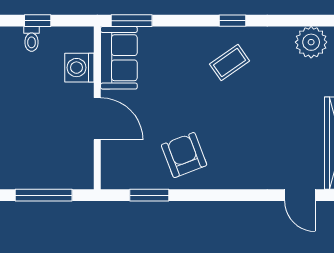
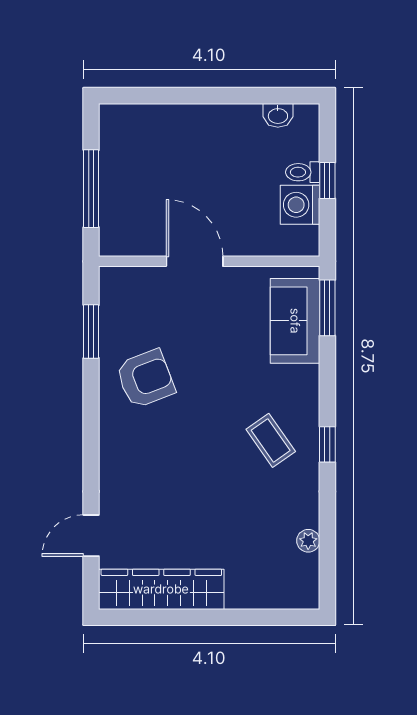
plant: (311, 42) -> (308, 541), width x0.53, depth x0.53
sofa: (119, 58) -> (295, 321), moved, turned 90
washing machine: (79, 68) -> (300, 205), moved, turned -90
door: (97, 119) -> (195, 261), swing flipped

